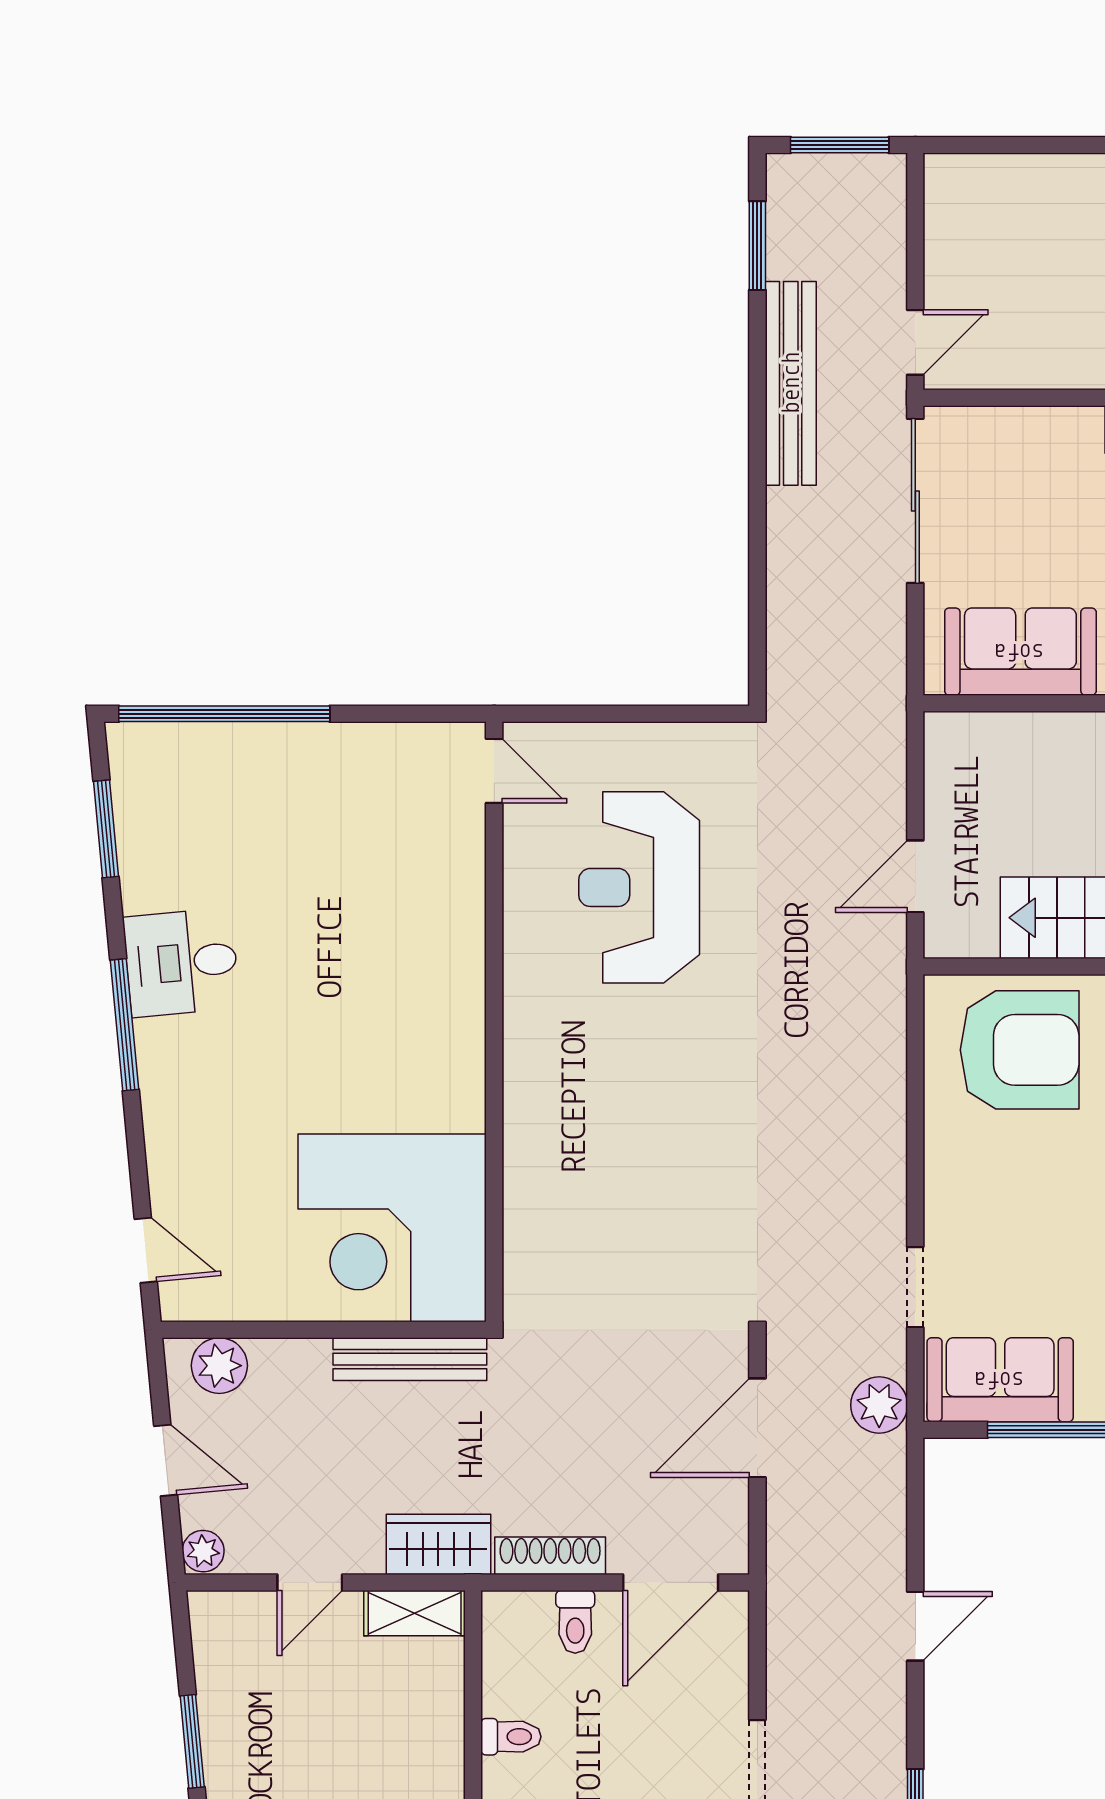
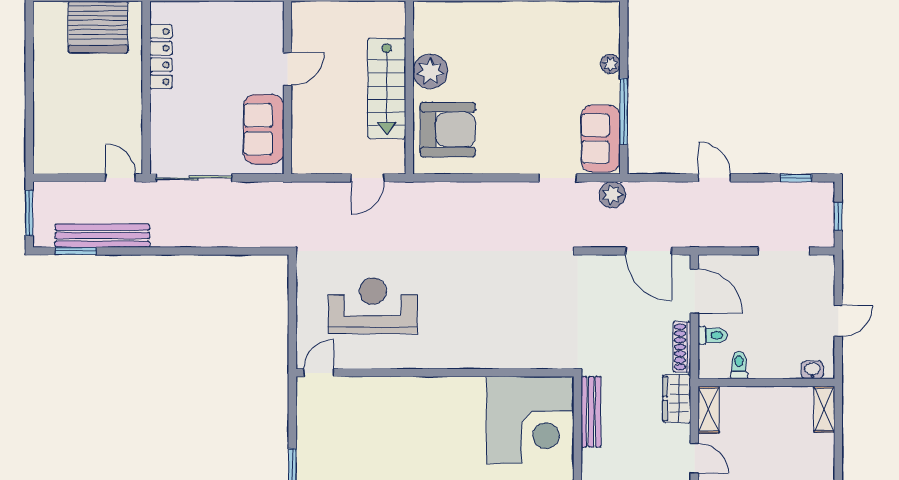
bench: (791, 383) -> (102, 236), moved
door: (915, 876) -> (368, 178), hinge flipped
reception desk: (639, 887) -> (373, 306), turned 180
armchair: (1020, 1050) -> (448, 130), turned 90
door: (757, 1428) -> (649, 251), moved
toilet: (511, 1737) -> (739, 365), moved

